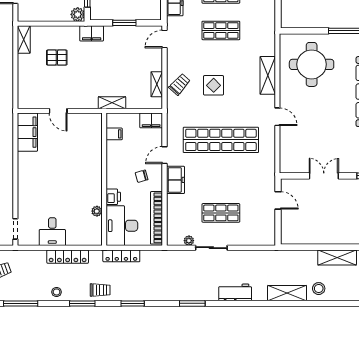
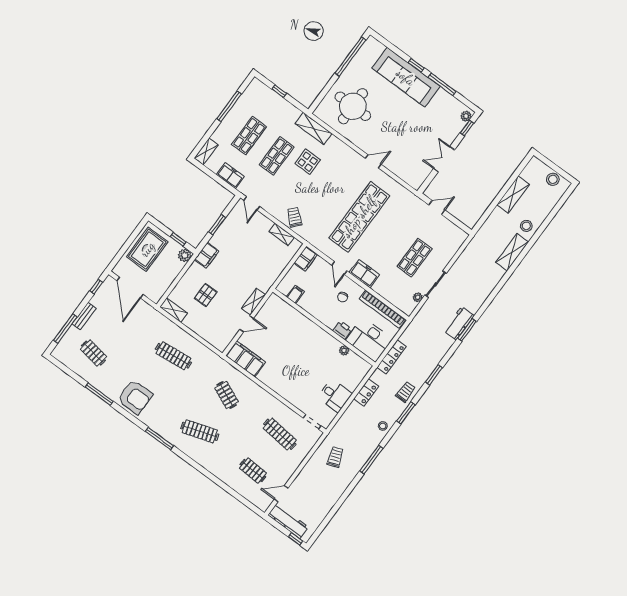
shelving: (268, 75) -> (314, 129), moved
display table: (214, 85) -> (308, 162), moved
shelving: (112, 103) -> (254, 302), moved
locker: (68, 257) -> (366, 392), width x0.66
workbench: (235, 292) -> (459, 323), moved

